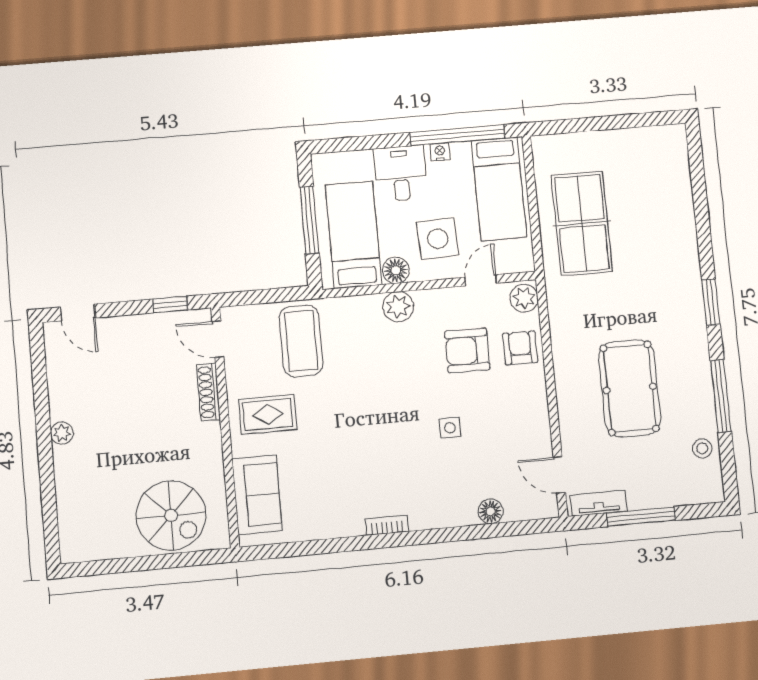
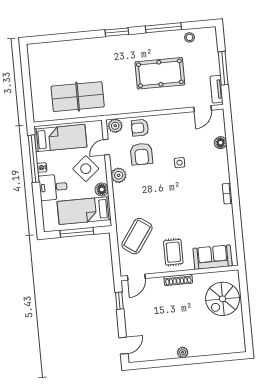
side table: (438, 239) -> (86, 169), turned -38
door: (481, 280) -> (106, 147), hinge flipped
plant: (398, 307) -> (119, 175), moved
coffee table: (301, 341) -> (137, 236), turned -55
shoe rack: (208, 392) -> (178, 280), moved
spiral stairs: (171, 515) -> (223, 299), turned 180

